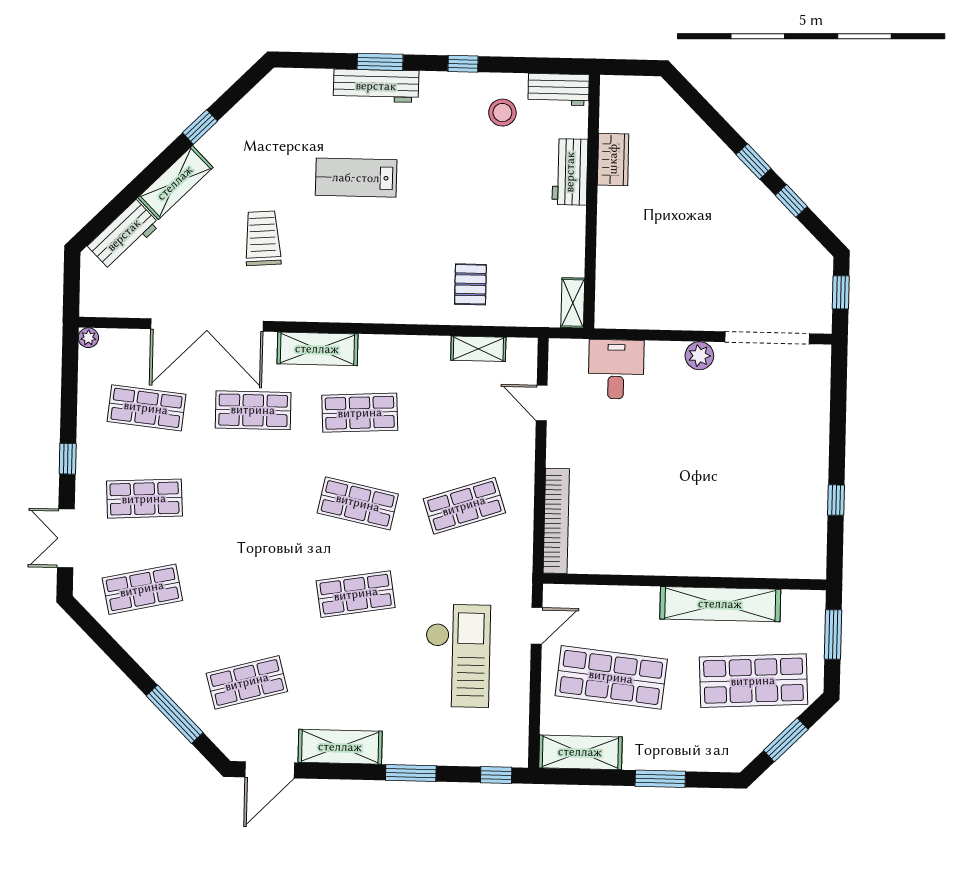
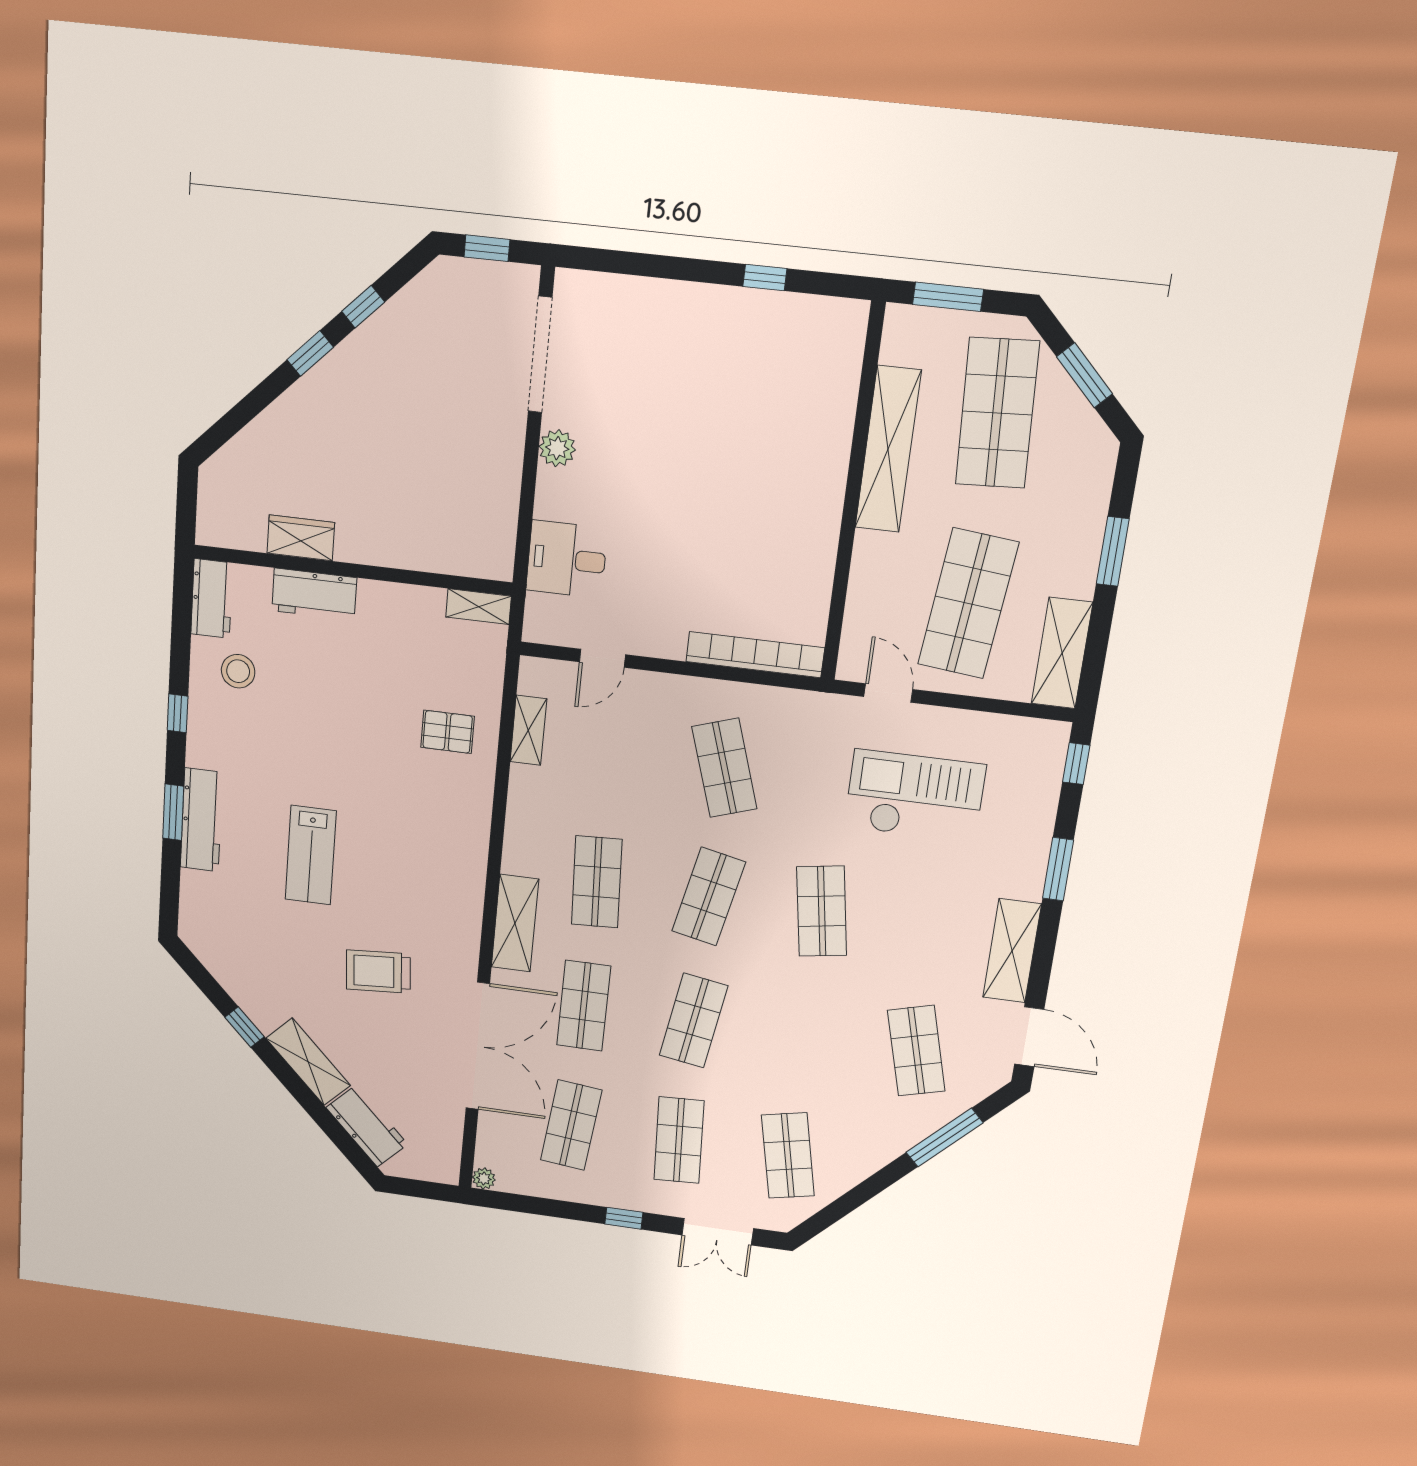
shop shelf: (251, 501) -> (694, 1021), added

